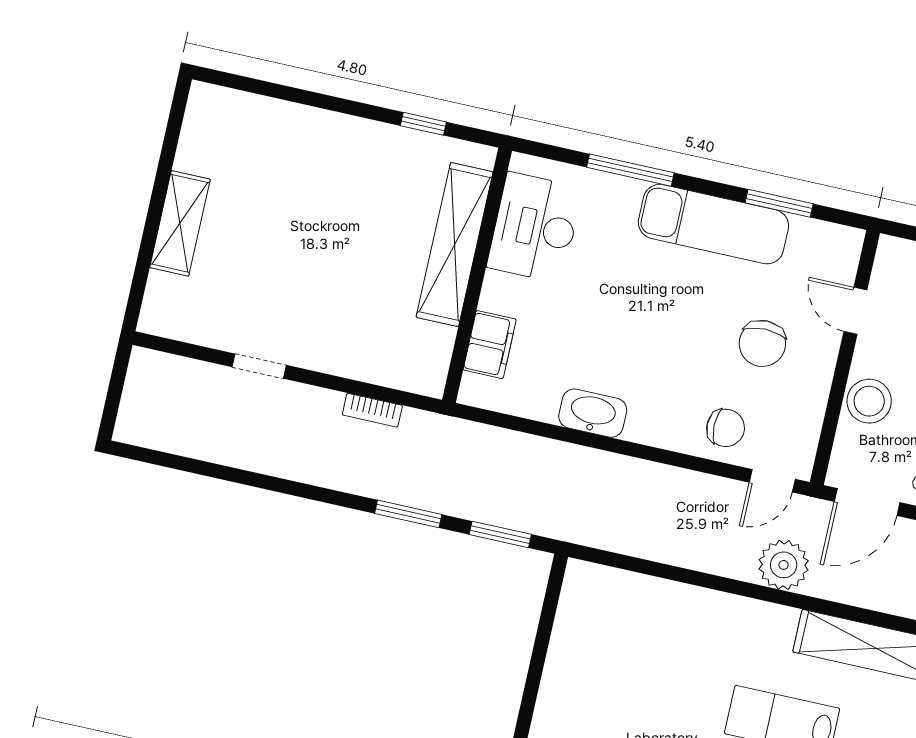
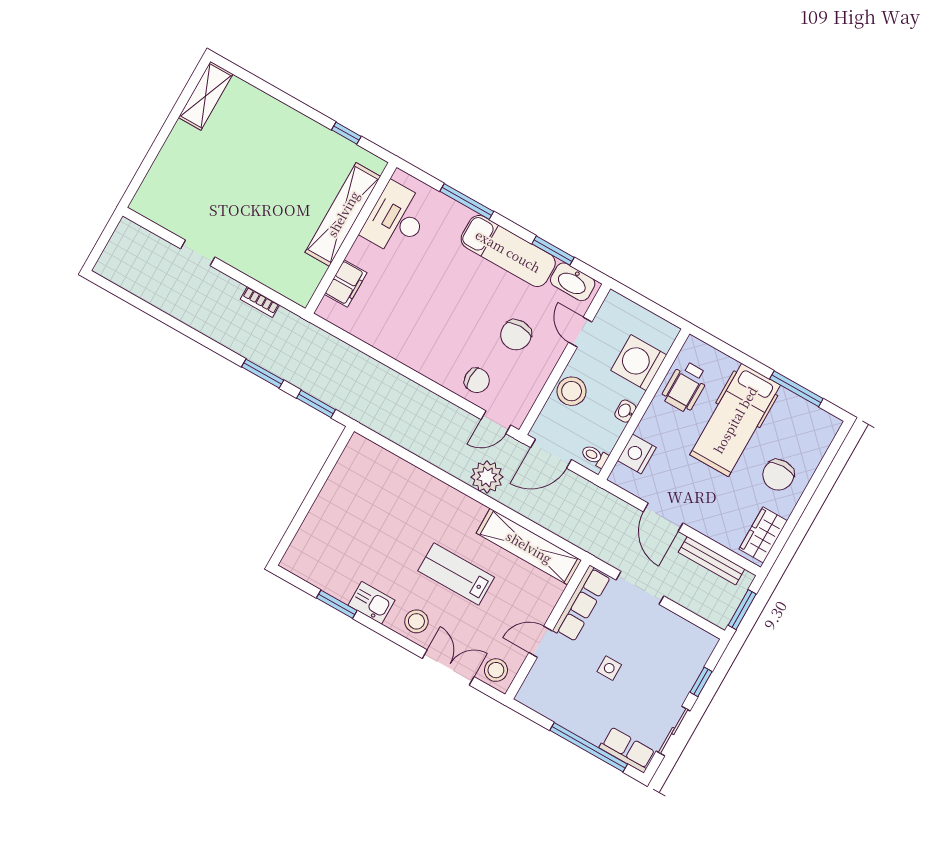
shelving: (180, 223) -> (206, 96), moved
washbasin: (593, 413) -> (573, 282), moved, turned 180

